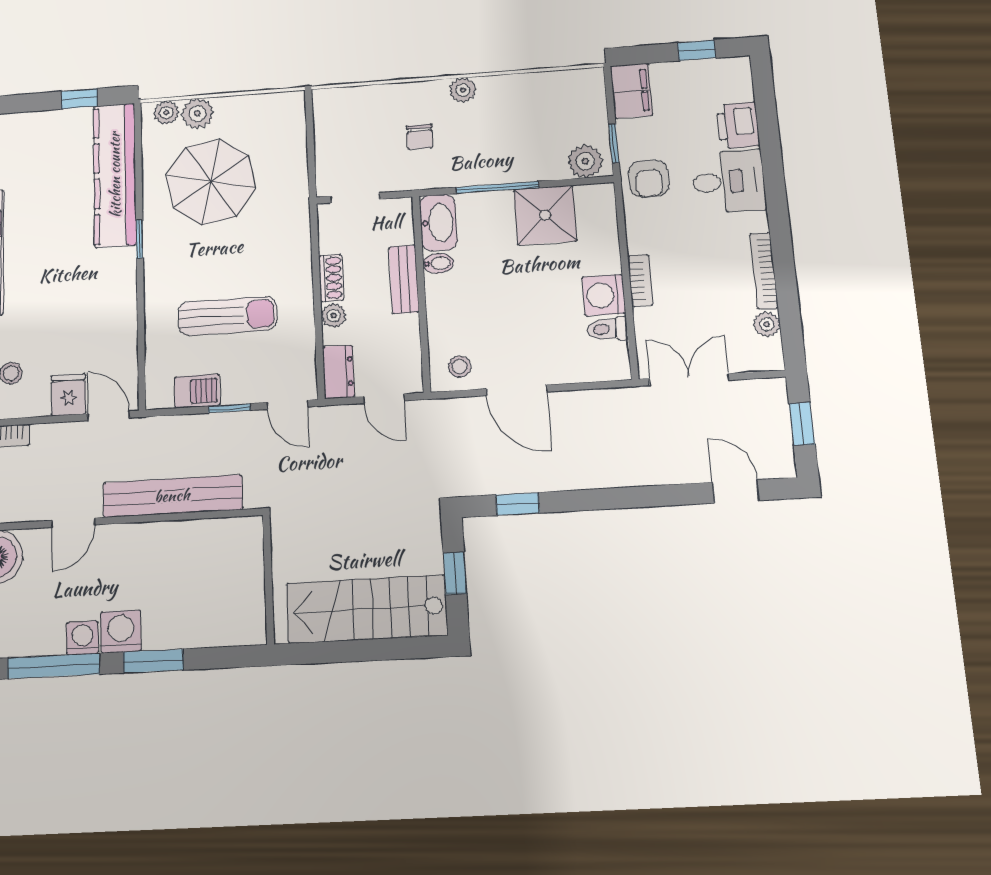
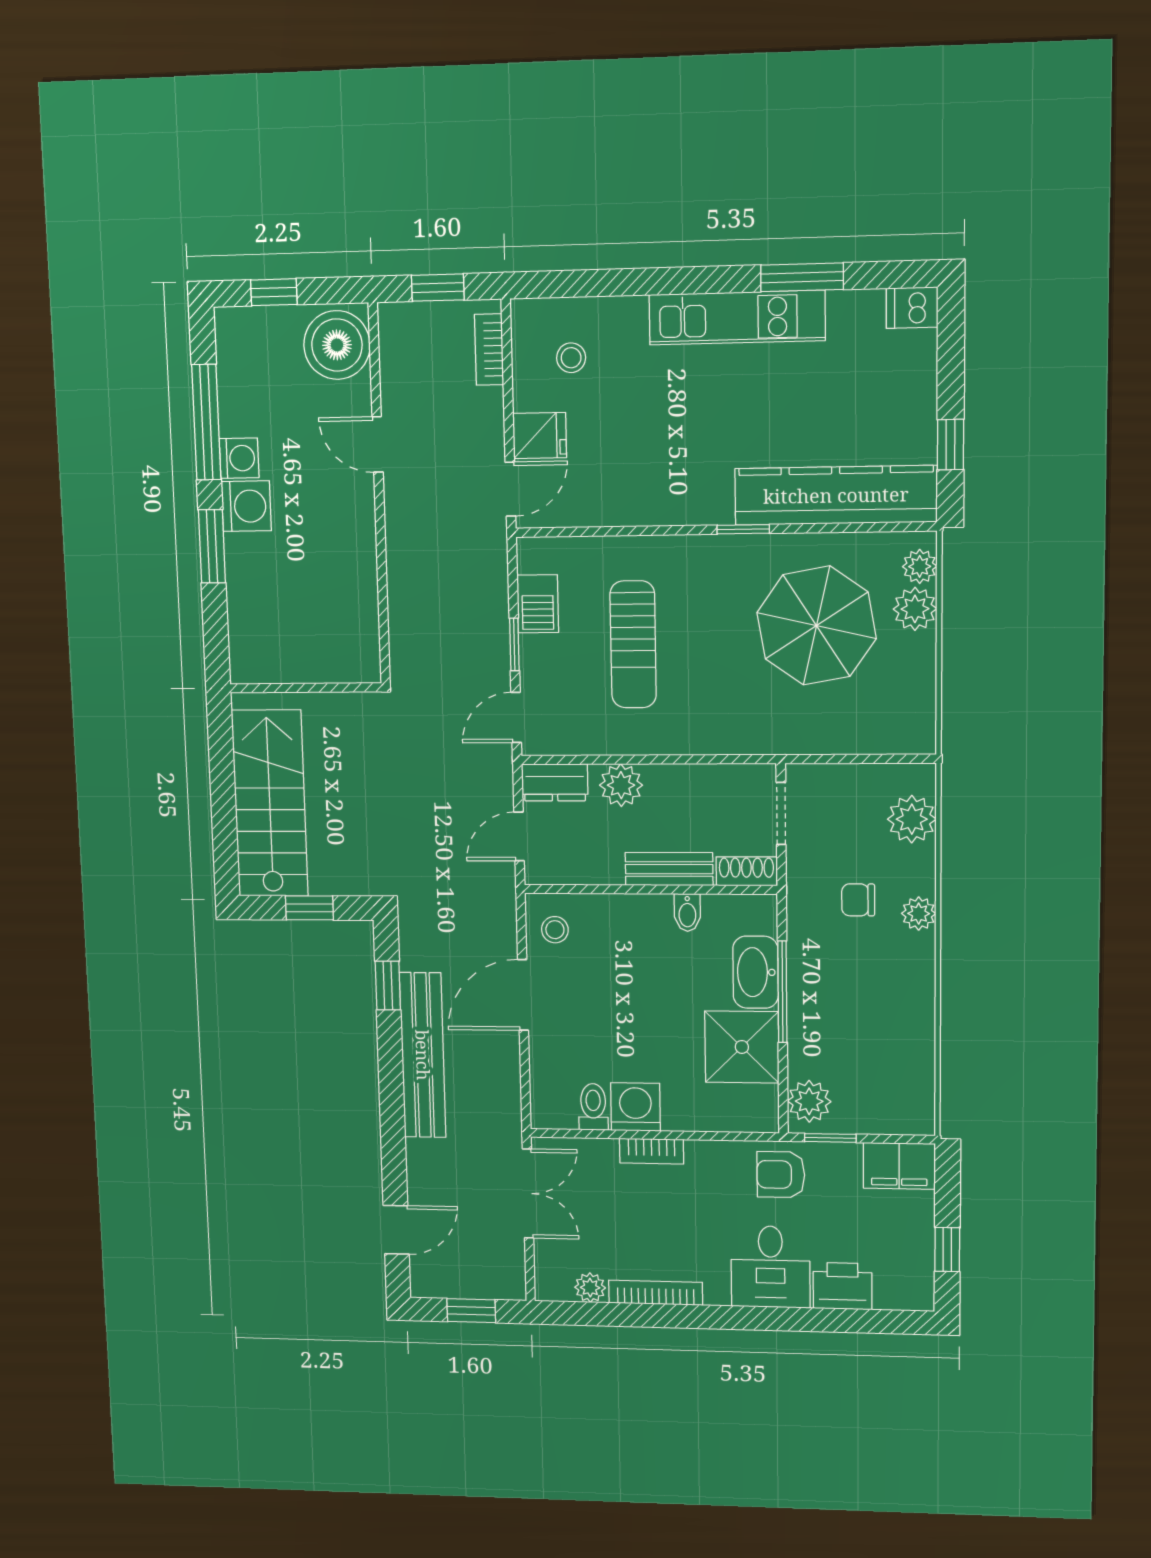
plant: (463, 90) -> (919, 914), moved
plant: (355, 103) -> (912, 819), added
washbasin: (438, 223) -> (756, 972), moved, turned 90
shoe rack: (331, 278) -> (746, 871), moved, turned 180
plant: (334, 316) -> (621, 785), width x1.38, depth x1.38
bench: (172, 496) -> (423, 1055), moved

